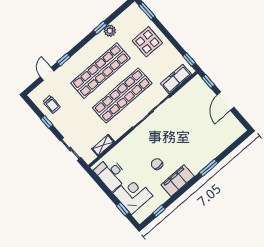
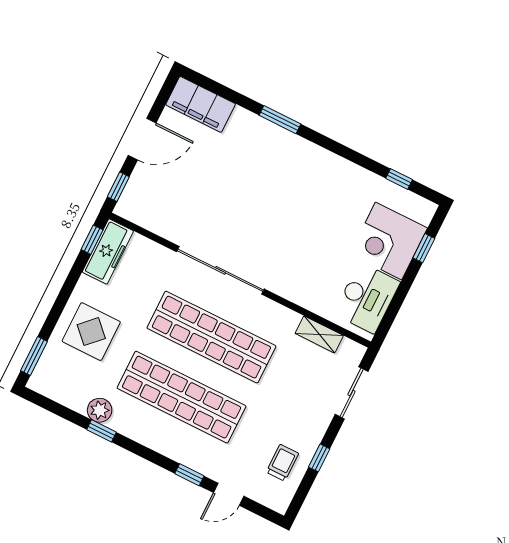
freezer: (176, 79) -> (108, 251), moved, turned -90
chair: (157, 164) -> (313, 219), removed
filing cabinet: (178, 181) -> (201, 104), moved

